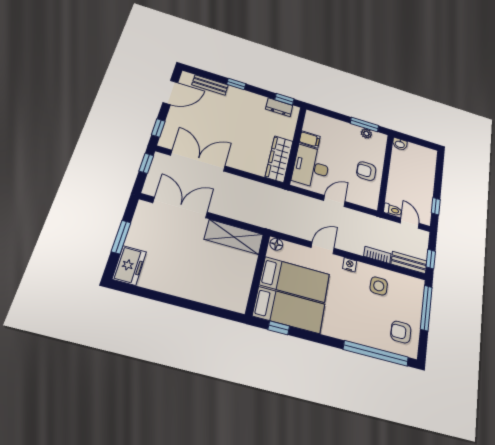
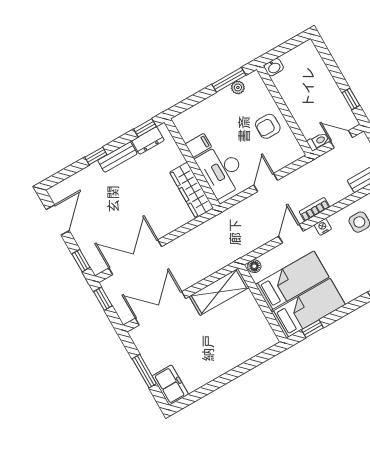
bench: (210, 85) -> (117, 157), moved
bookcase: (377, 255) -> (314, 209), moved

